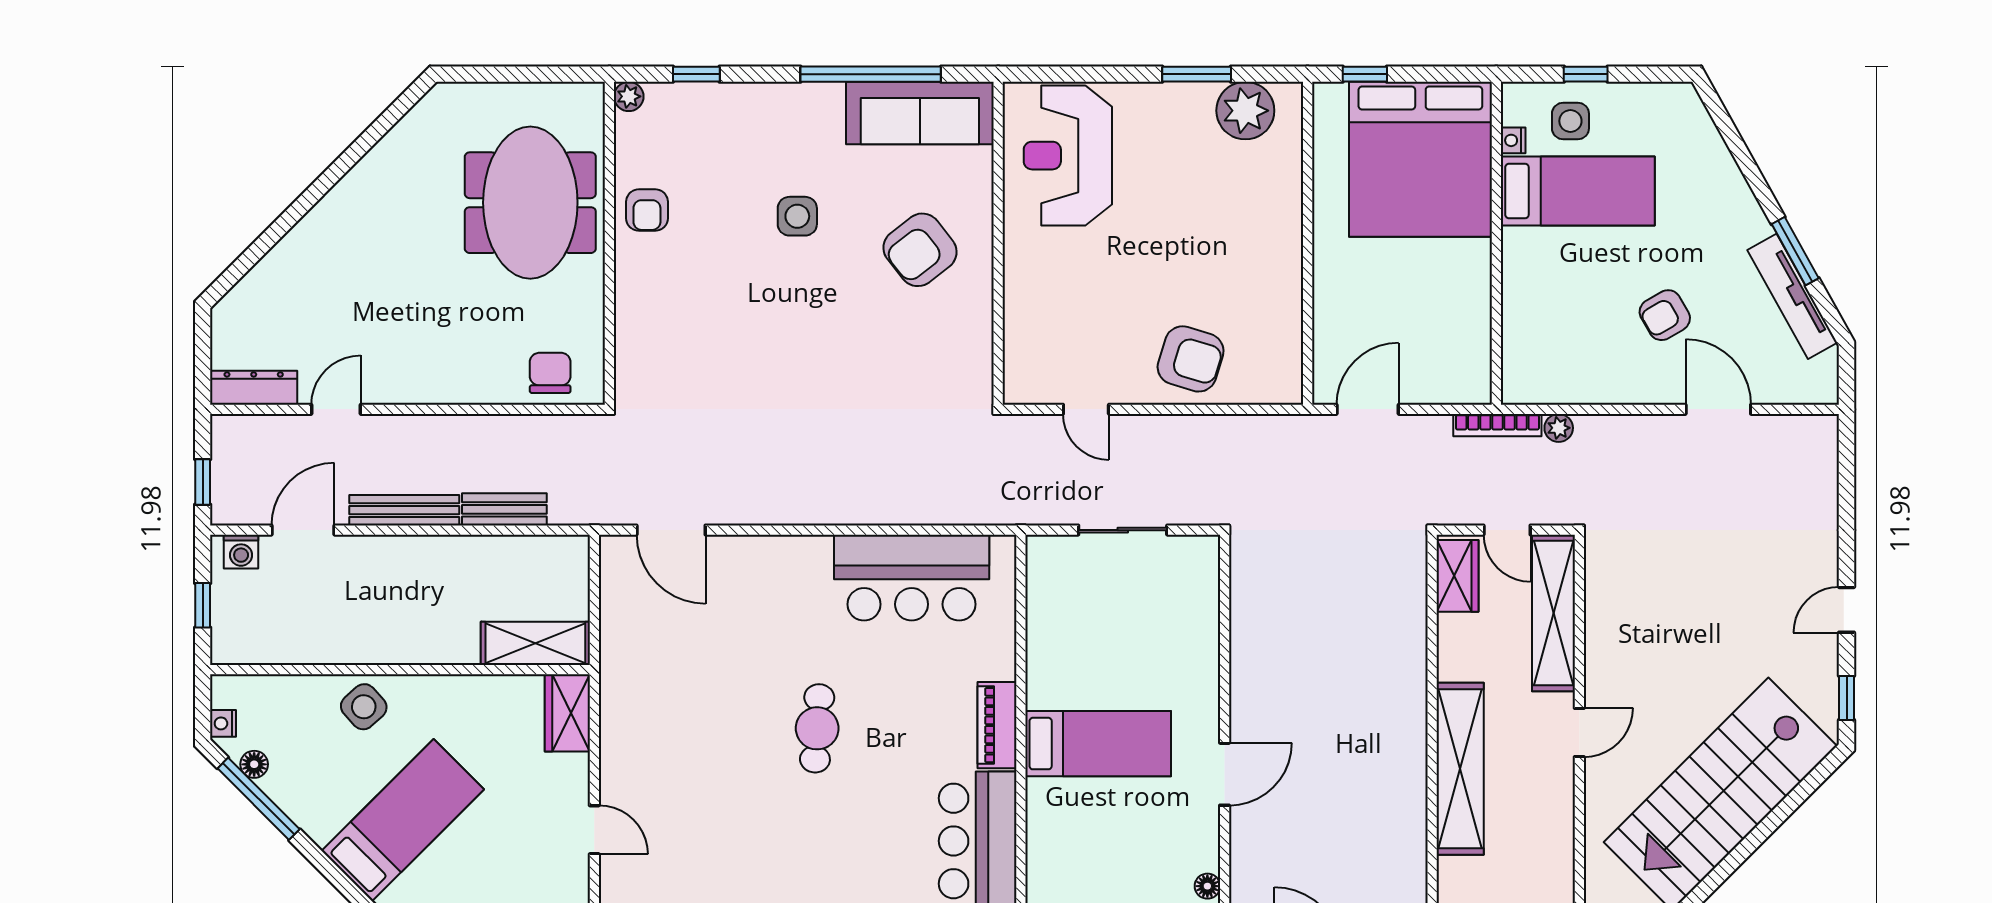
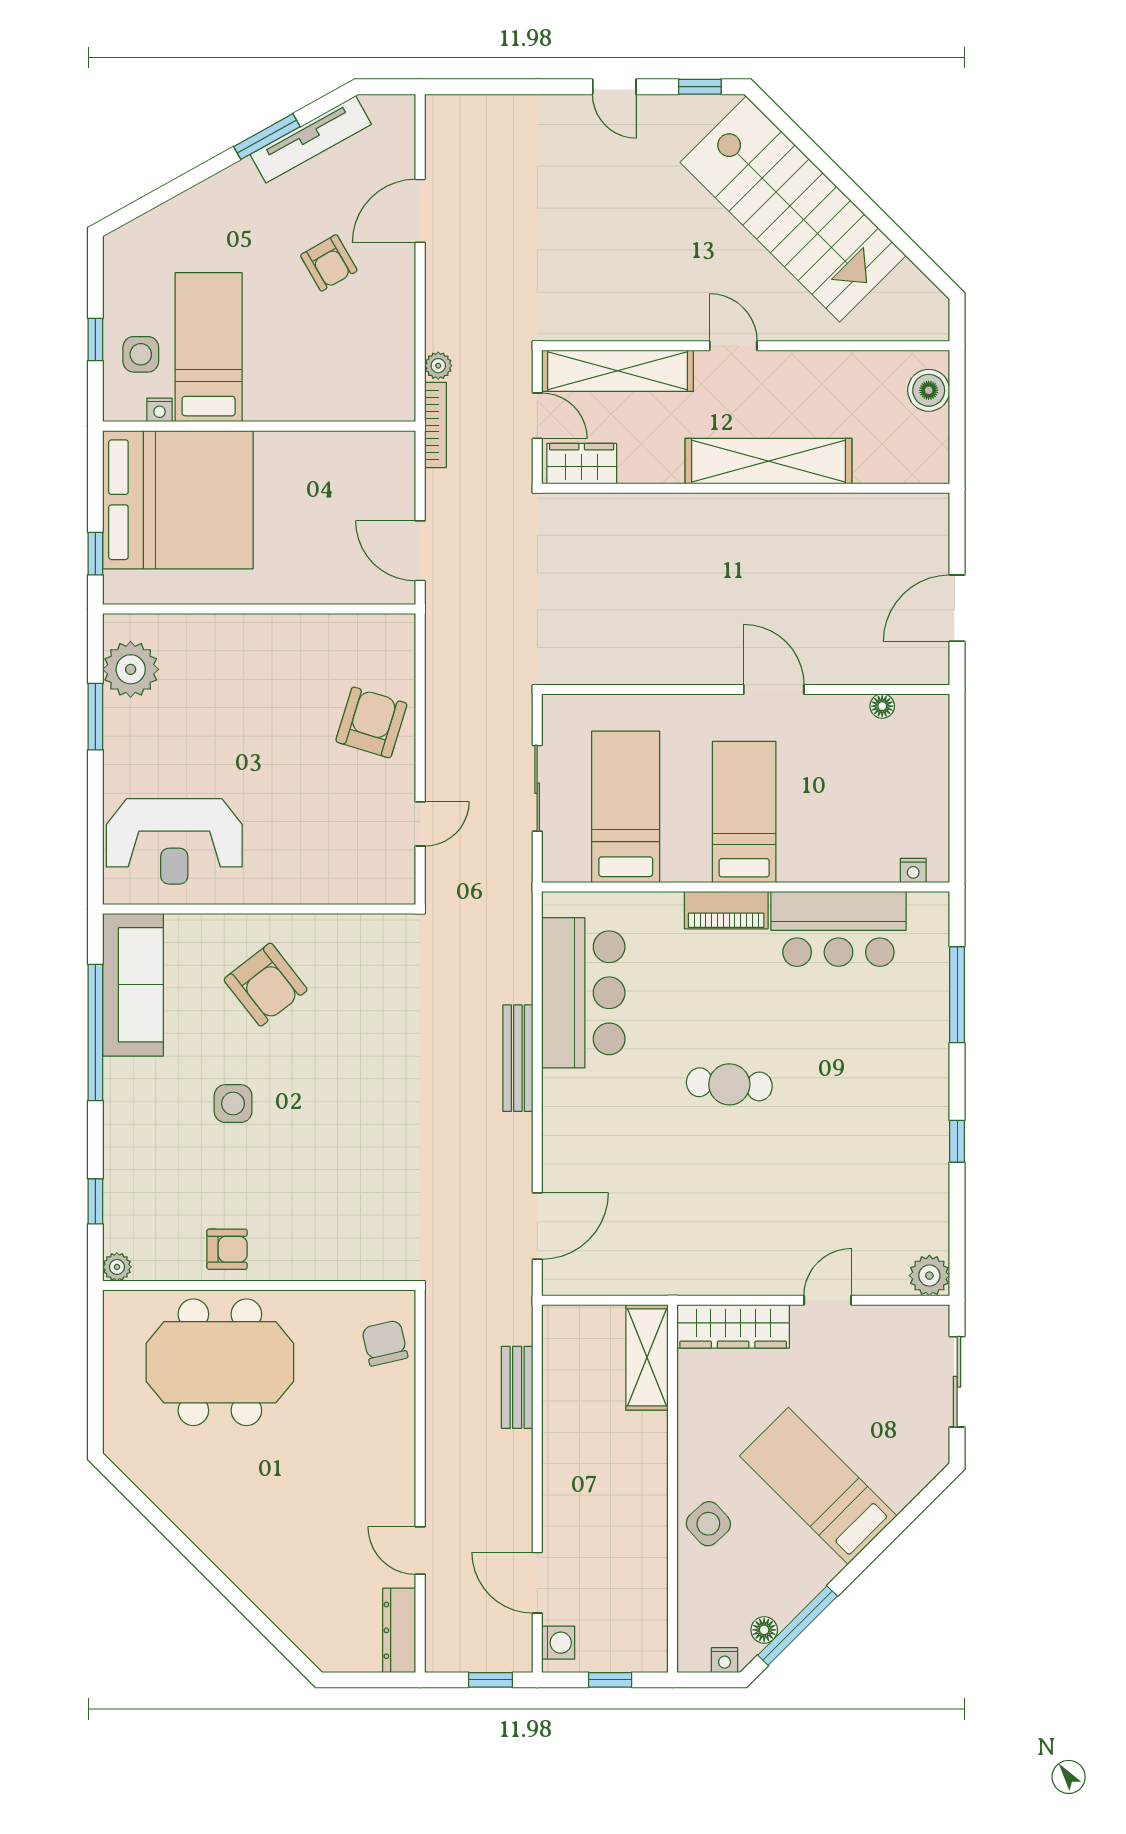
chair: (550, 373) -> (385, 1343), turned 77
bench: (404, 510) -> (518, 1058), moved
door: (1507, 530) -> (537, 416), hinge flipped
bed: (1103, 621) -> (626, 807), added
wardrobe: (567, 713) -> (733, 1326), width x1.50

